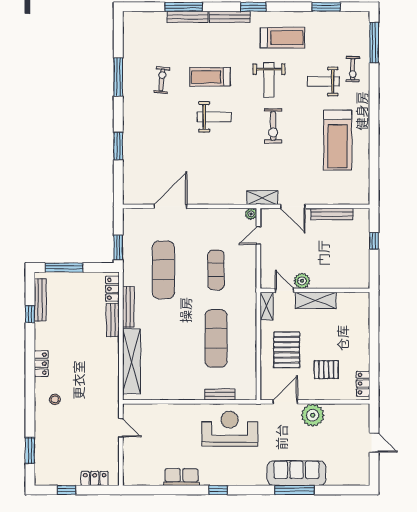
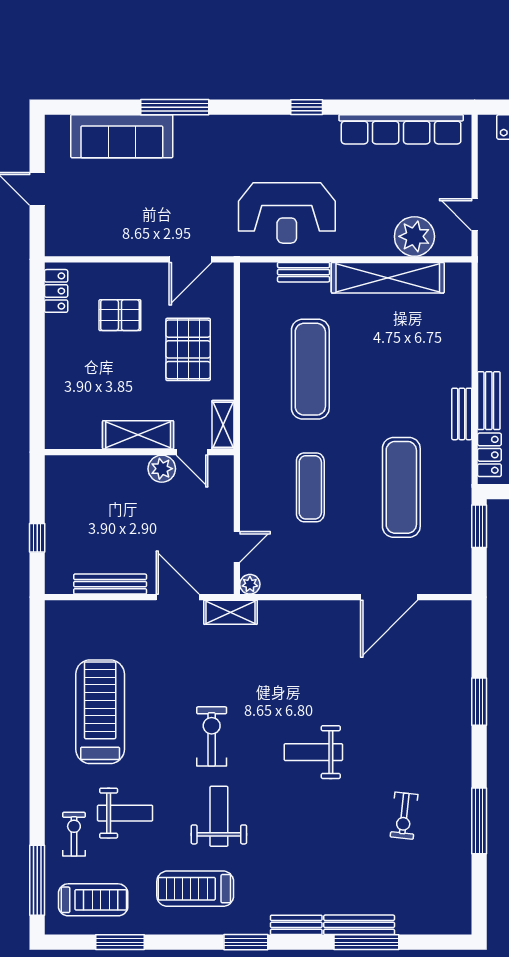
bench: (230, 17) -> (296, 925), width x0.73
treadmill: (210, 77) -> (93, 900), moved
bench: (128, 307) -> (462, 414), width x0.73
shelving: (132, 361) -> (388, 278), moved, turned 90
plant: (313, 415) -> (414, 236), moved
sofa: (296, 473) -> (122, 136), moved
row of seats: (182, 477) -> (401, 129), width x2.02

